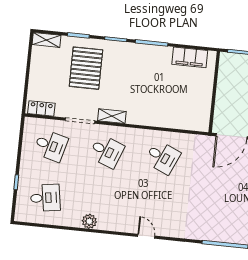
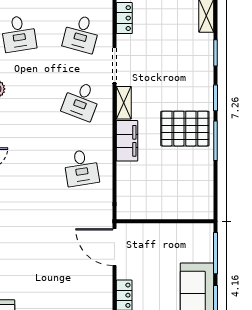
filing cabinet: (190, 57) -> (127, 141), moved, turned 180
pallet: (86, 68) -> (185, 129), moved
desk: (162, 157) -> (81, 168), turned -33

